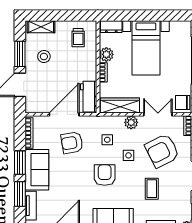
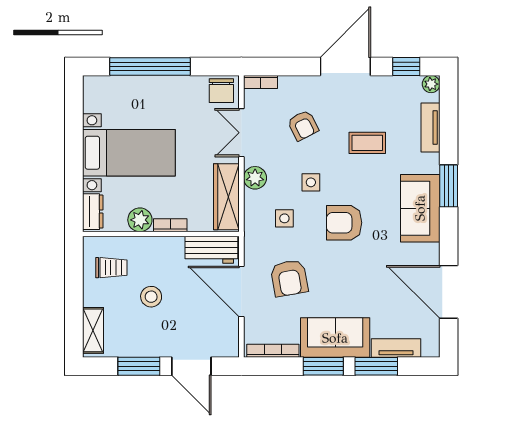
stool: (44, 57) -> (151, 297), moved
armchair: (162, 151) -> (303, 125), width x0.53, depth x0.53

